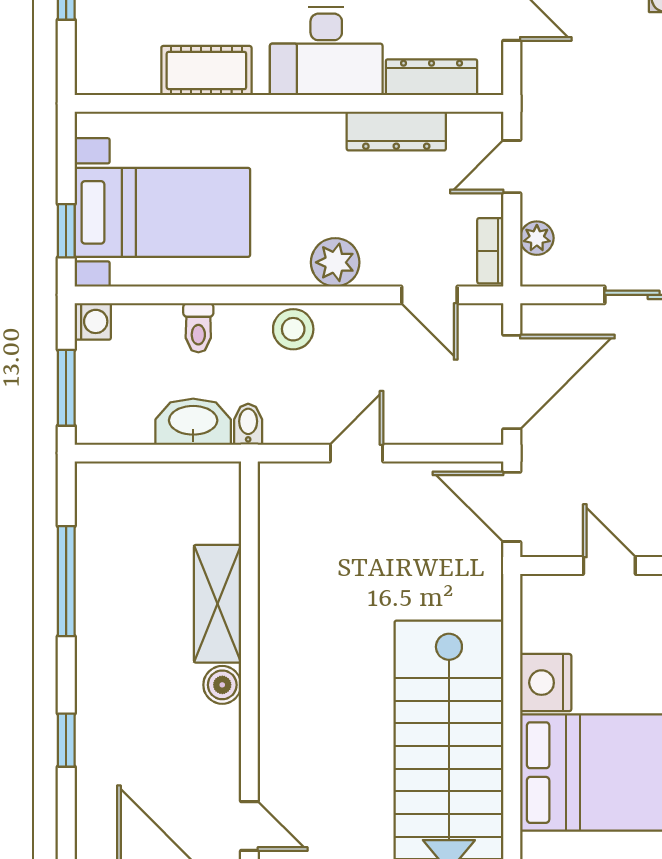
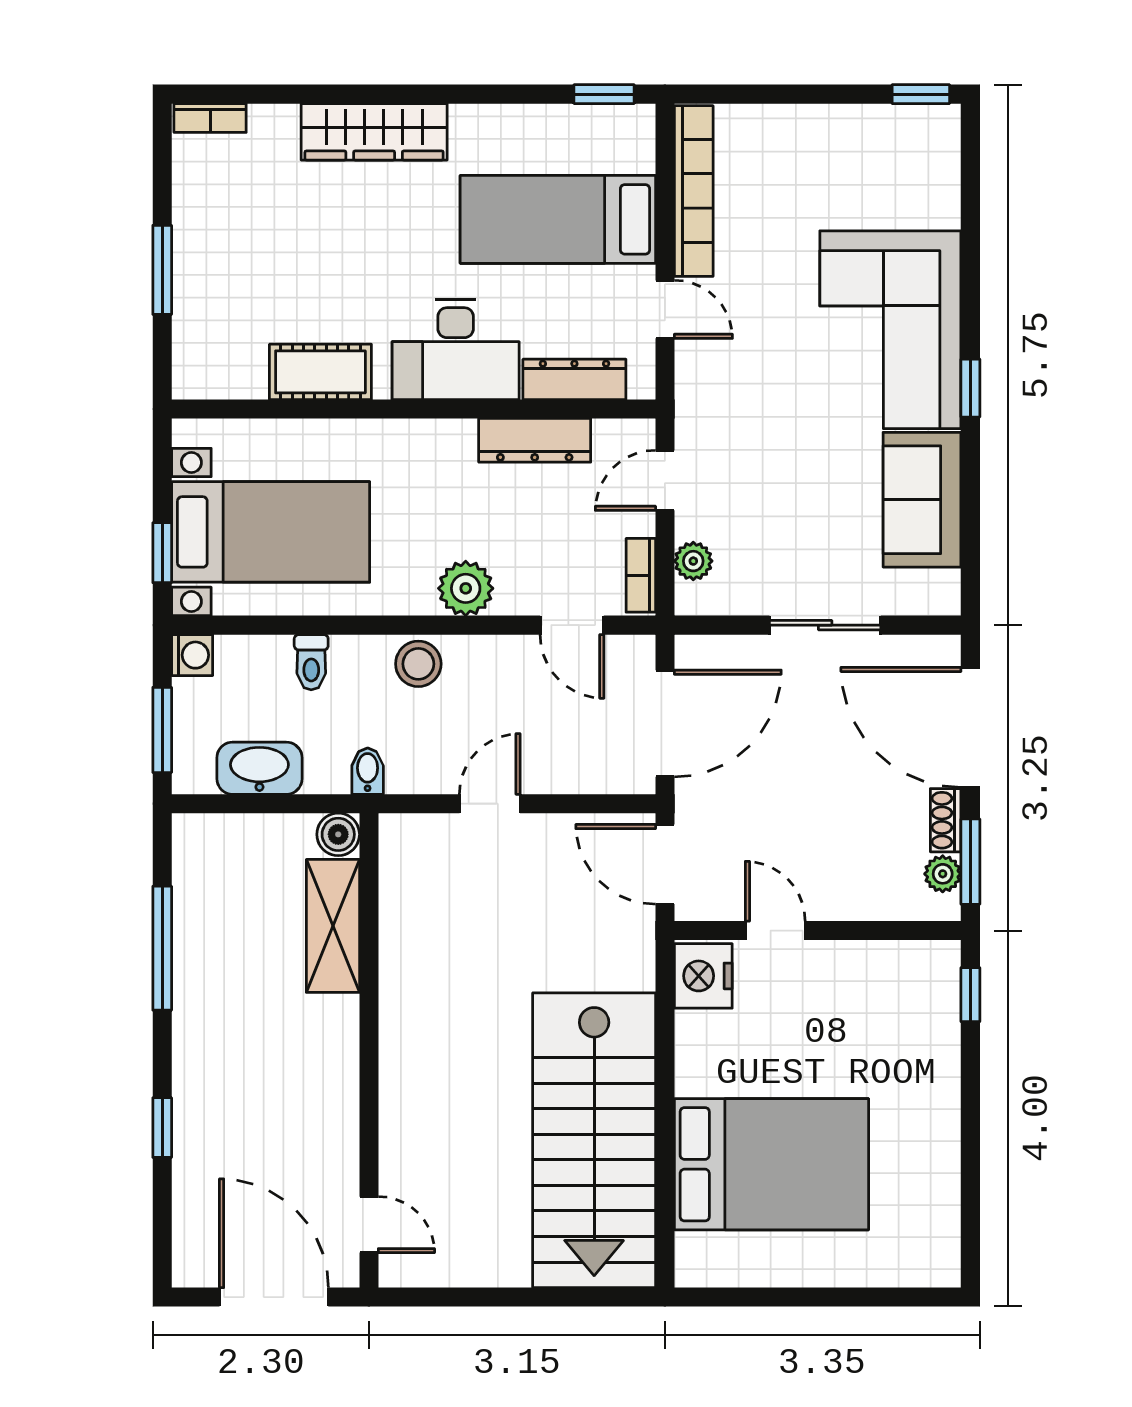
washbasin: (193, 422) -> (259, 768), moved
shelving: (218, 604) -> (333, 926), moved
nightstand: (546, 683) -> (703, 976), moved
boiler: (222, 685) -> (338, 834), moved

